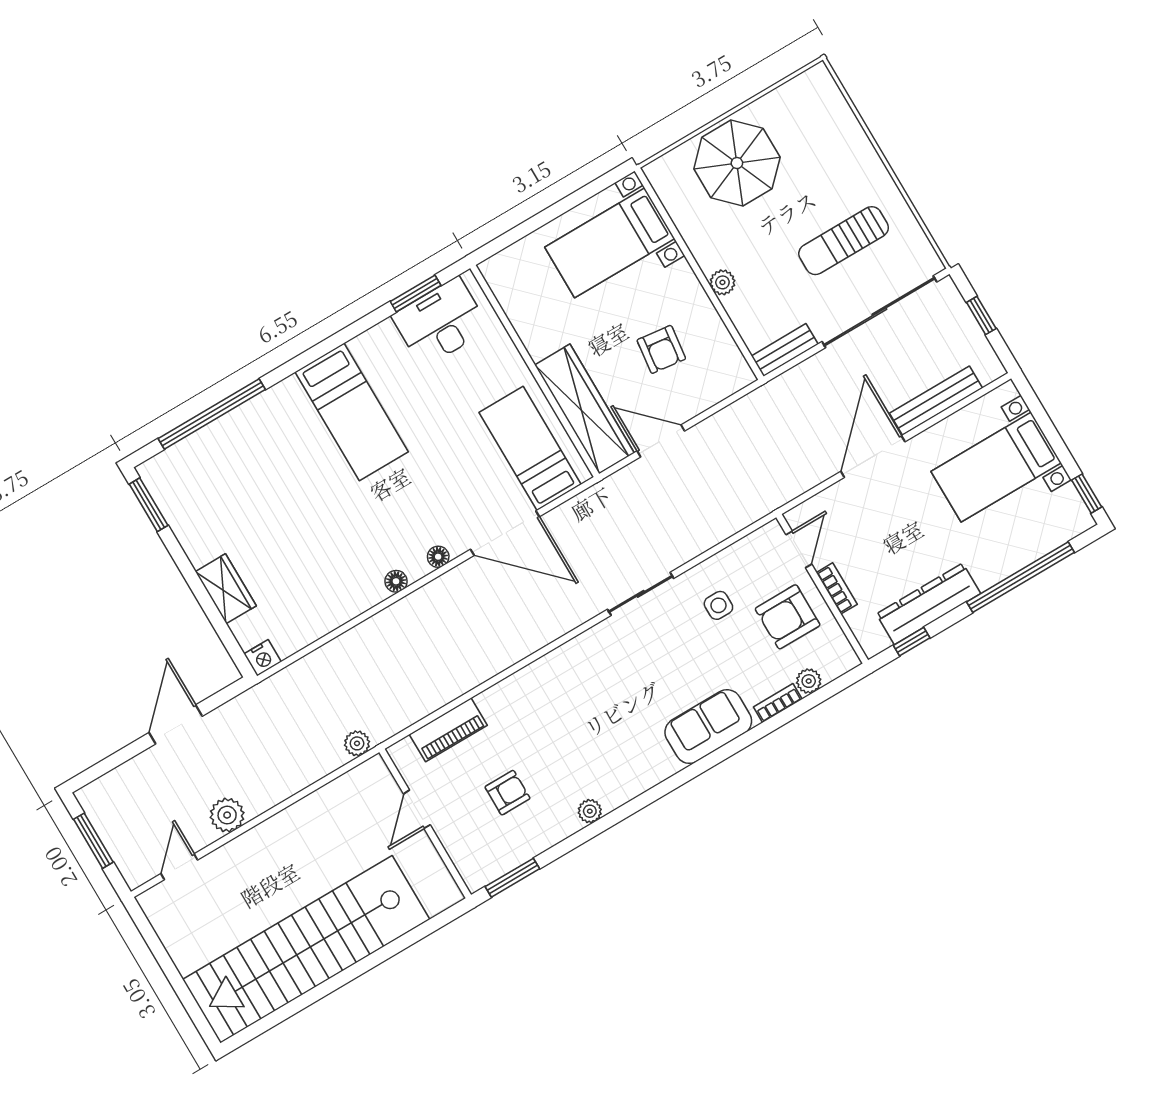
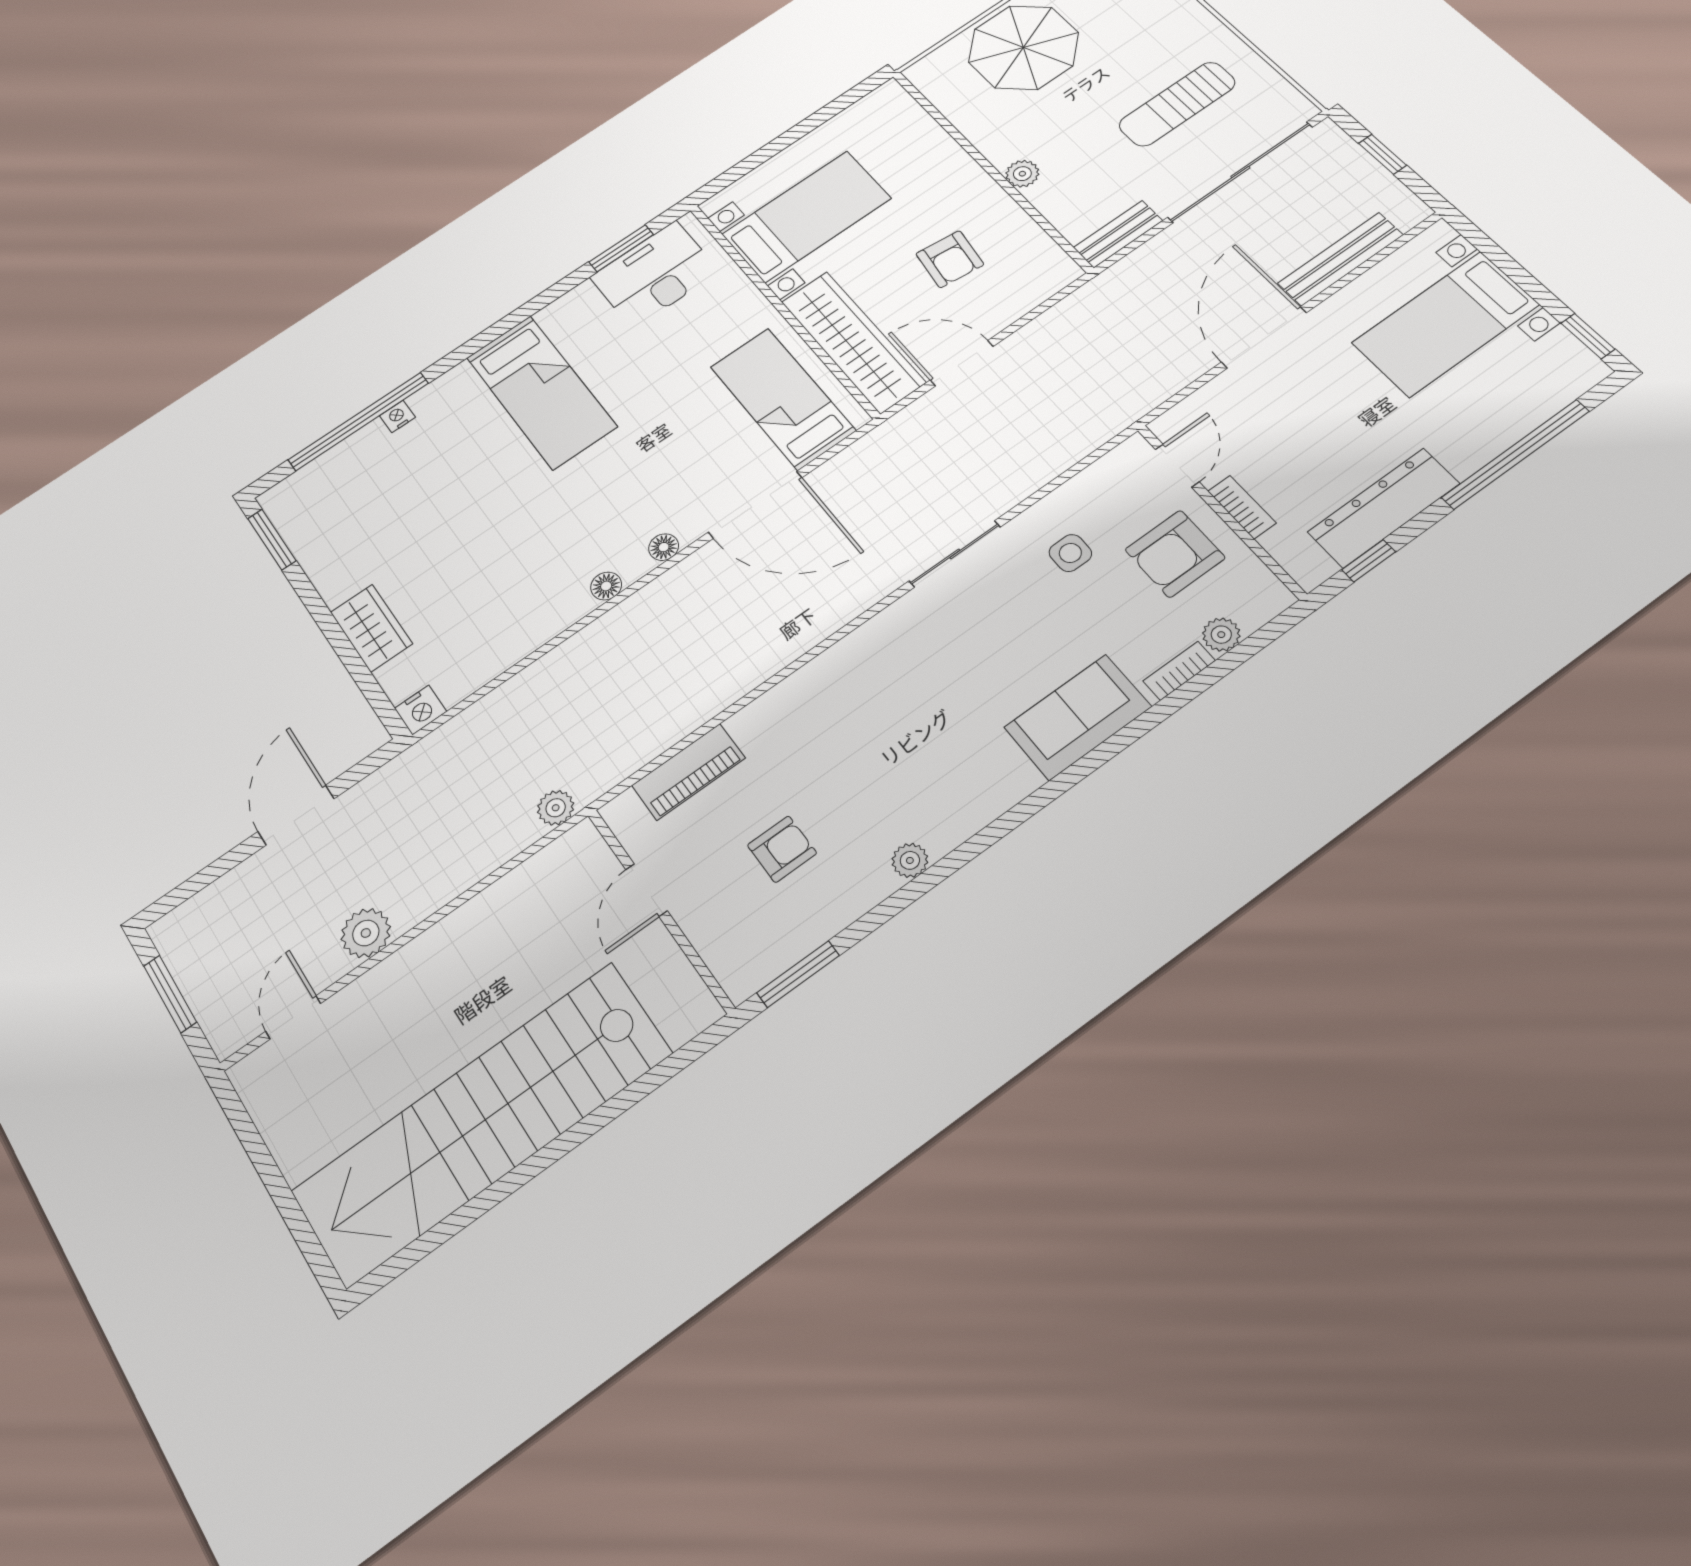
bed with nightstands: (610, 243) -> (806, 216), moved, turned 180
nightstand: (242, 415) -> (397, 416), added

